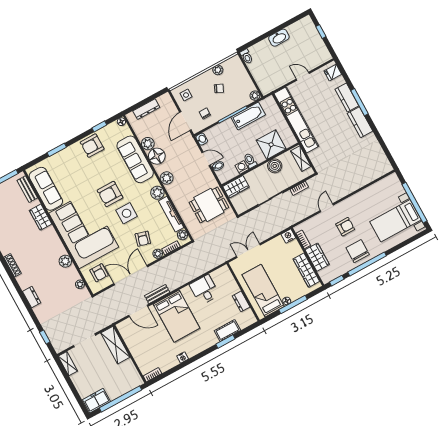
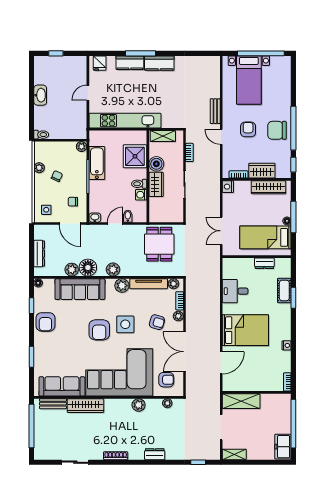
wardrobe: (236, 187) -> (156, 184), moved
wardrobe: (41, 217) -> (85, 406), width x1.50
bed with nightstands: (395, 221) -> (249, 80), moved
bench: (157, 294) -> (215, 111), moved

